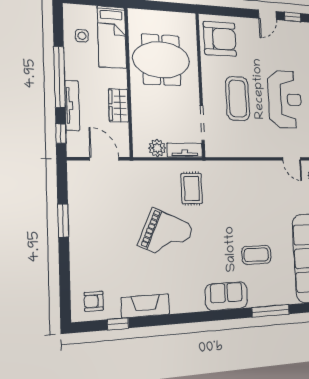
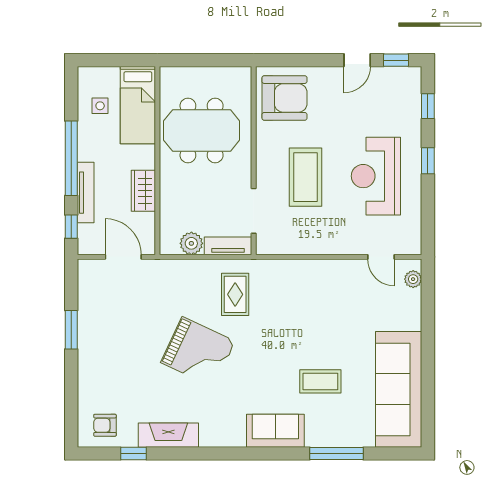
reception desk: (285, 99) -> (376, 176), turned 180

